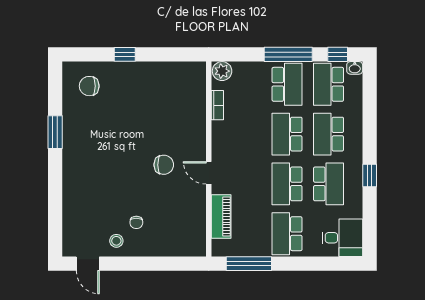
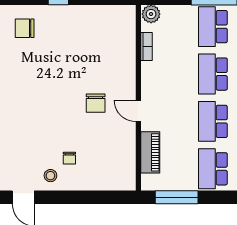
school desk: (287, 84) -> (213, 27), turned 180
chair: (164, 165) -> (96, 103), turned 90

